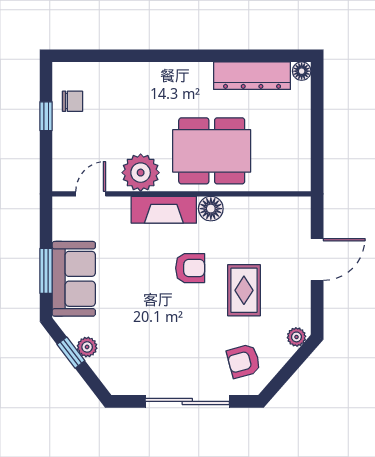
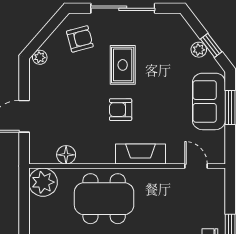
plant: (141, 173) -> (43, 182), moved
door: (91, 194) -> (196, 166), swing flipped
floor lamp: (211, 209) -> (66, 155), moved
rug: (244, 290) -> (123, 65), moved

